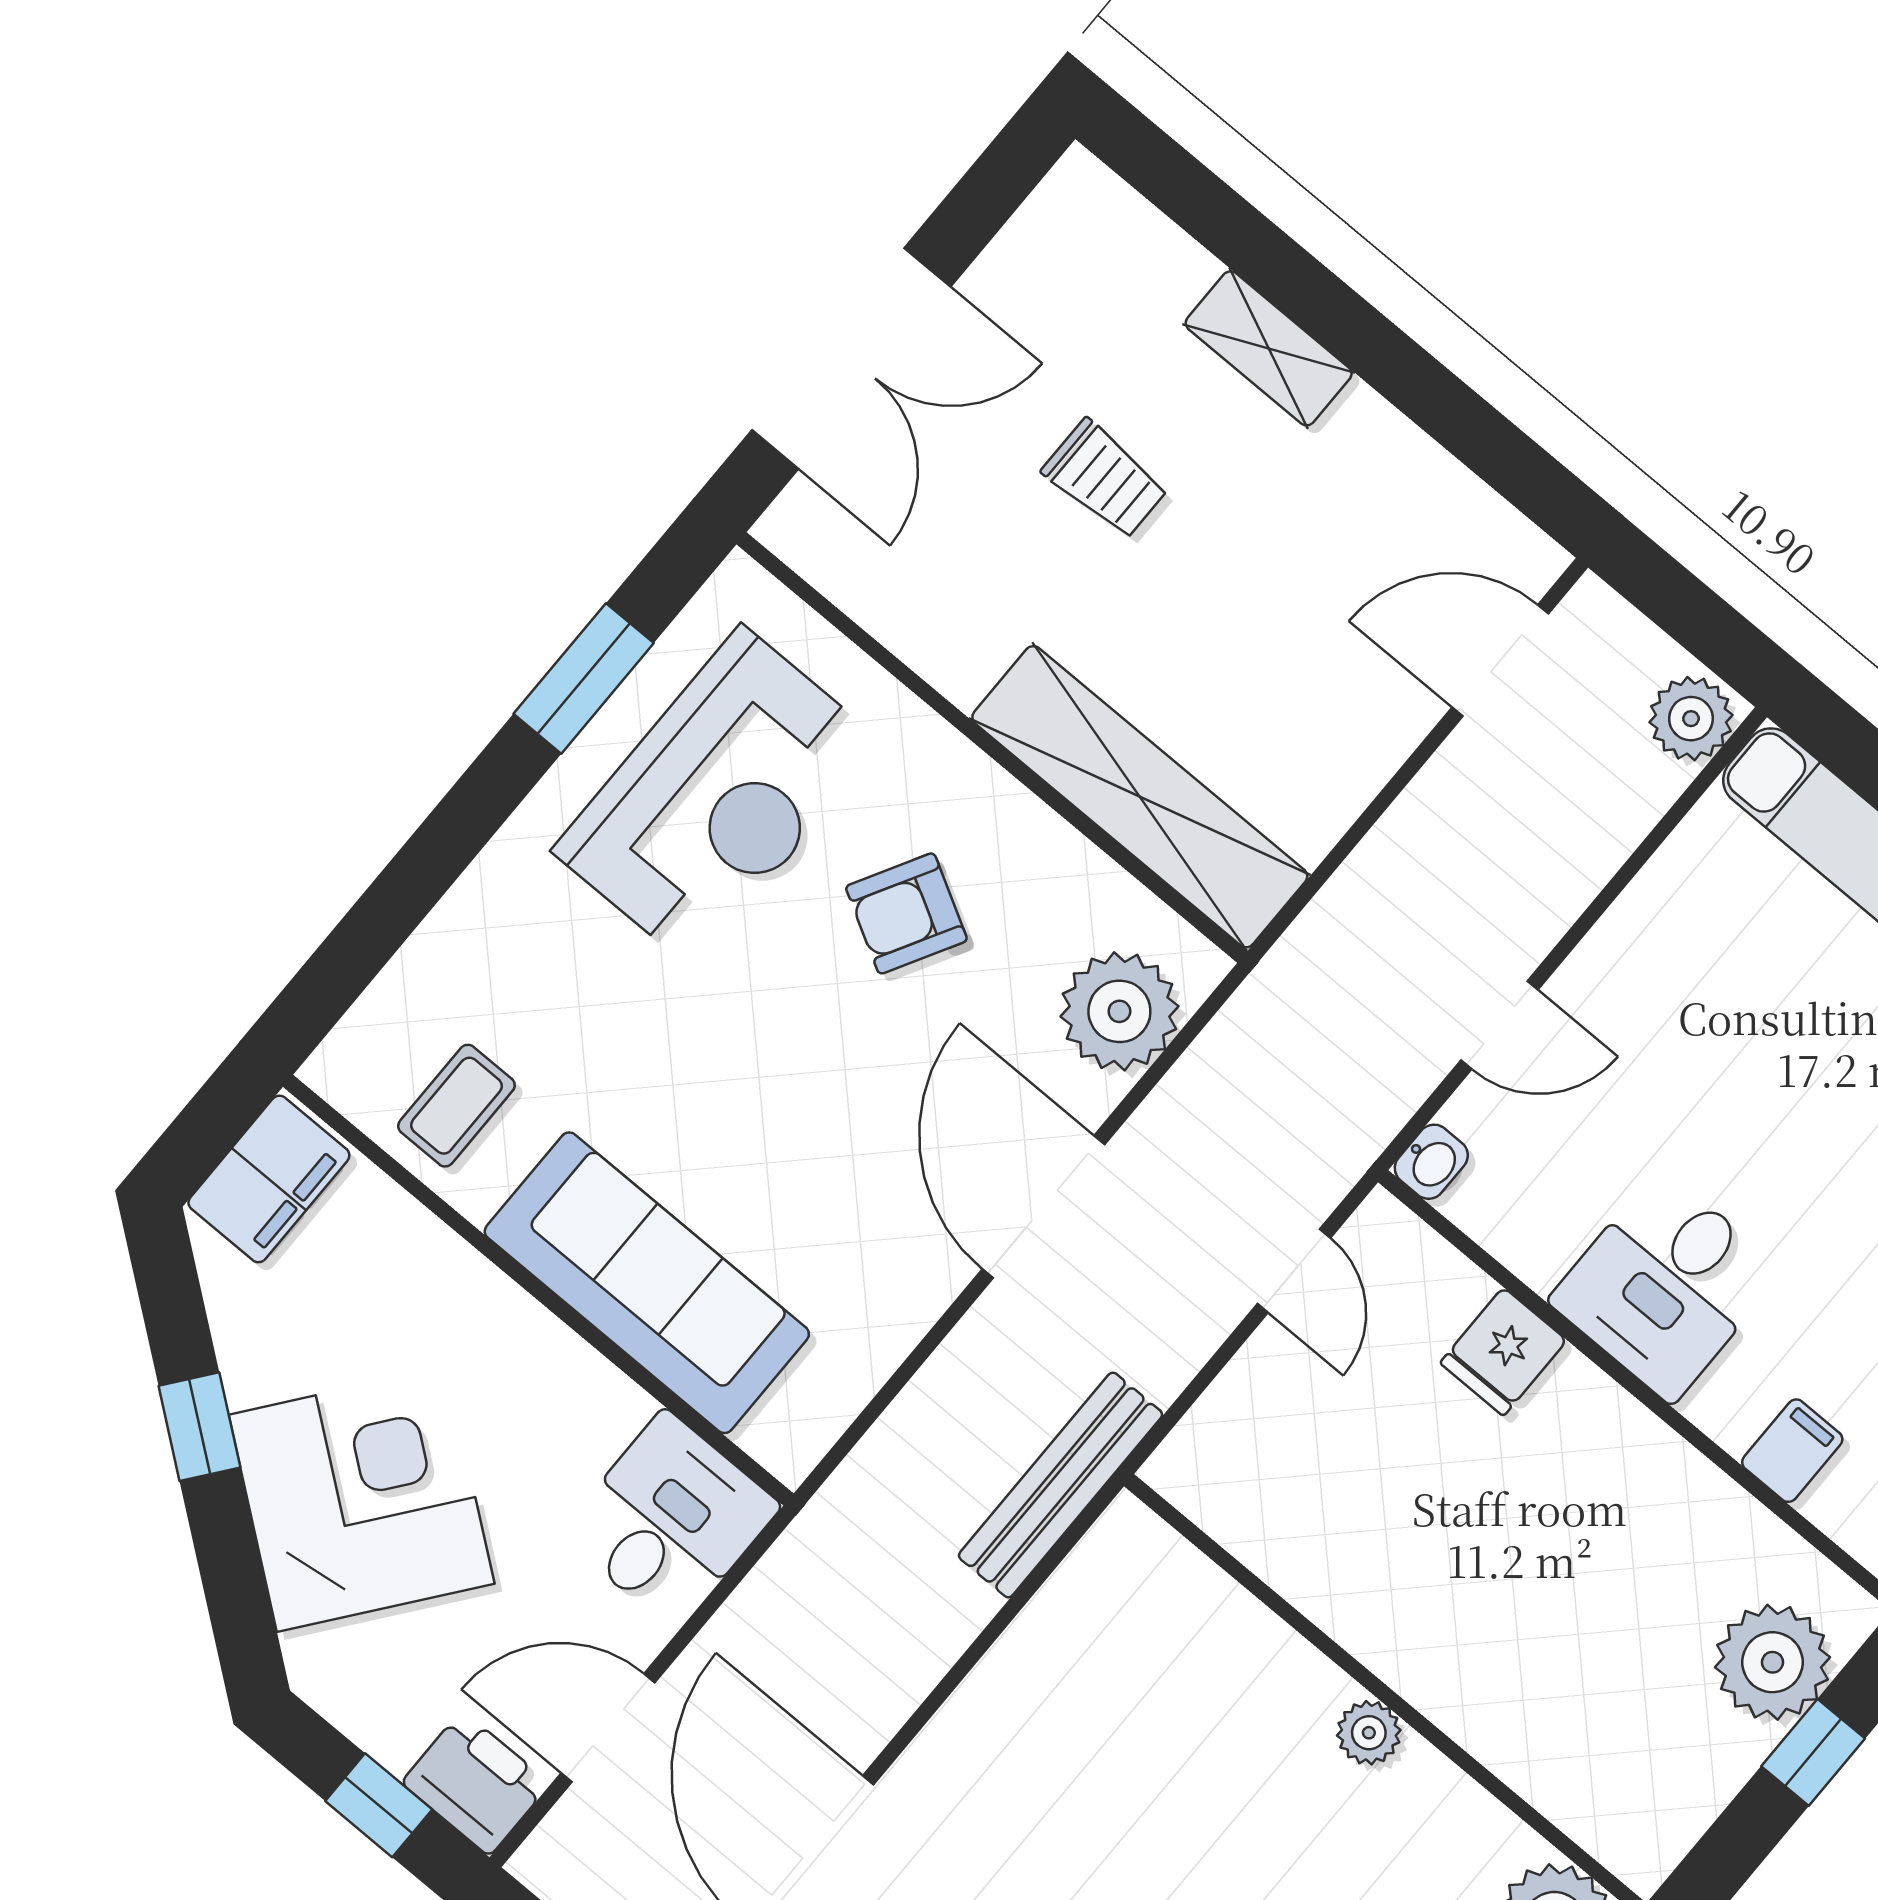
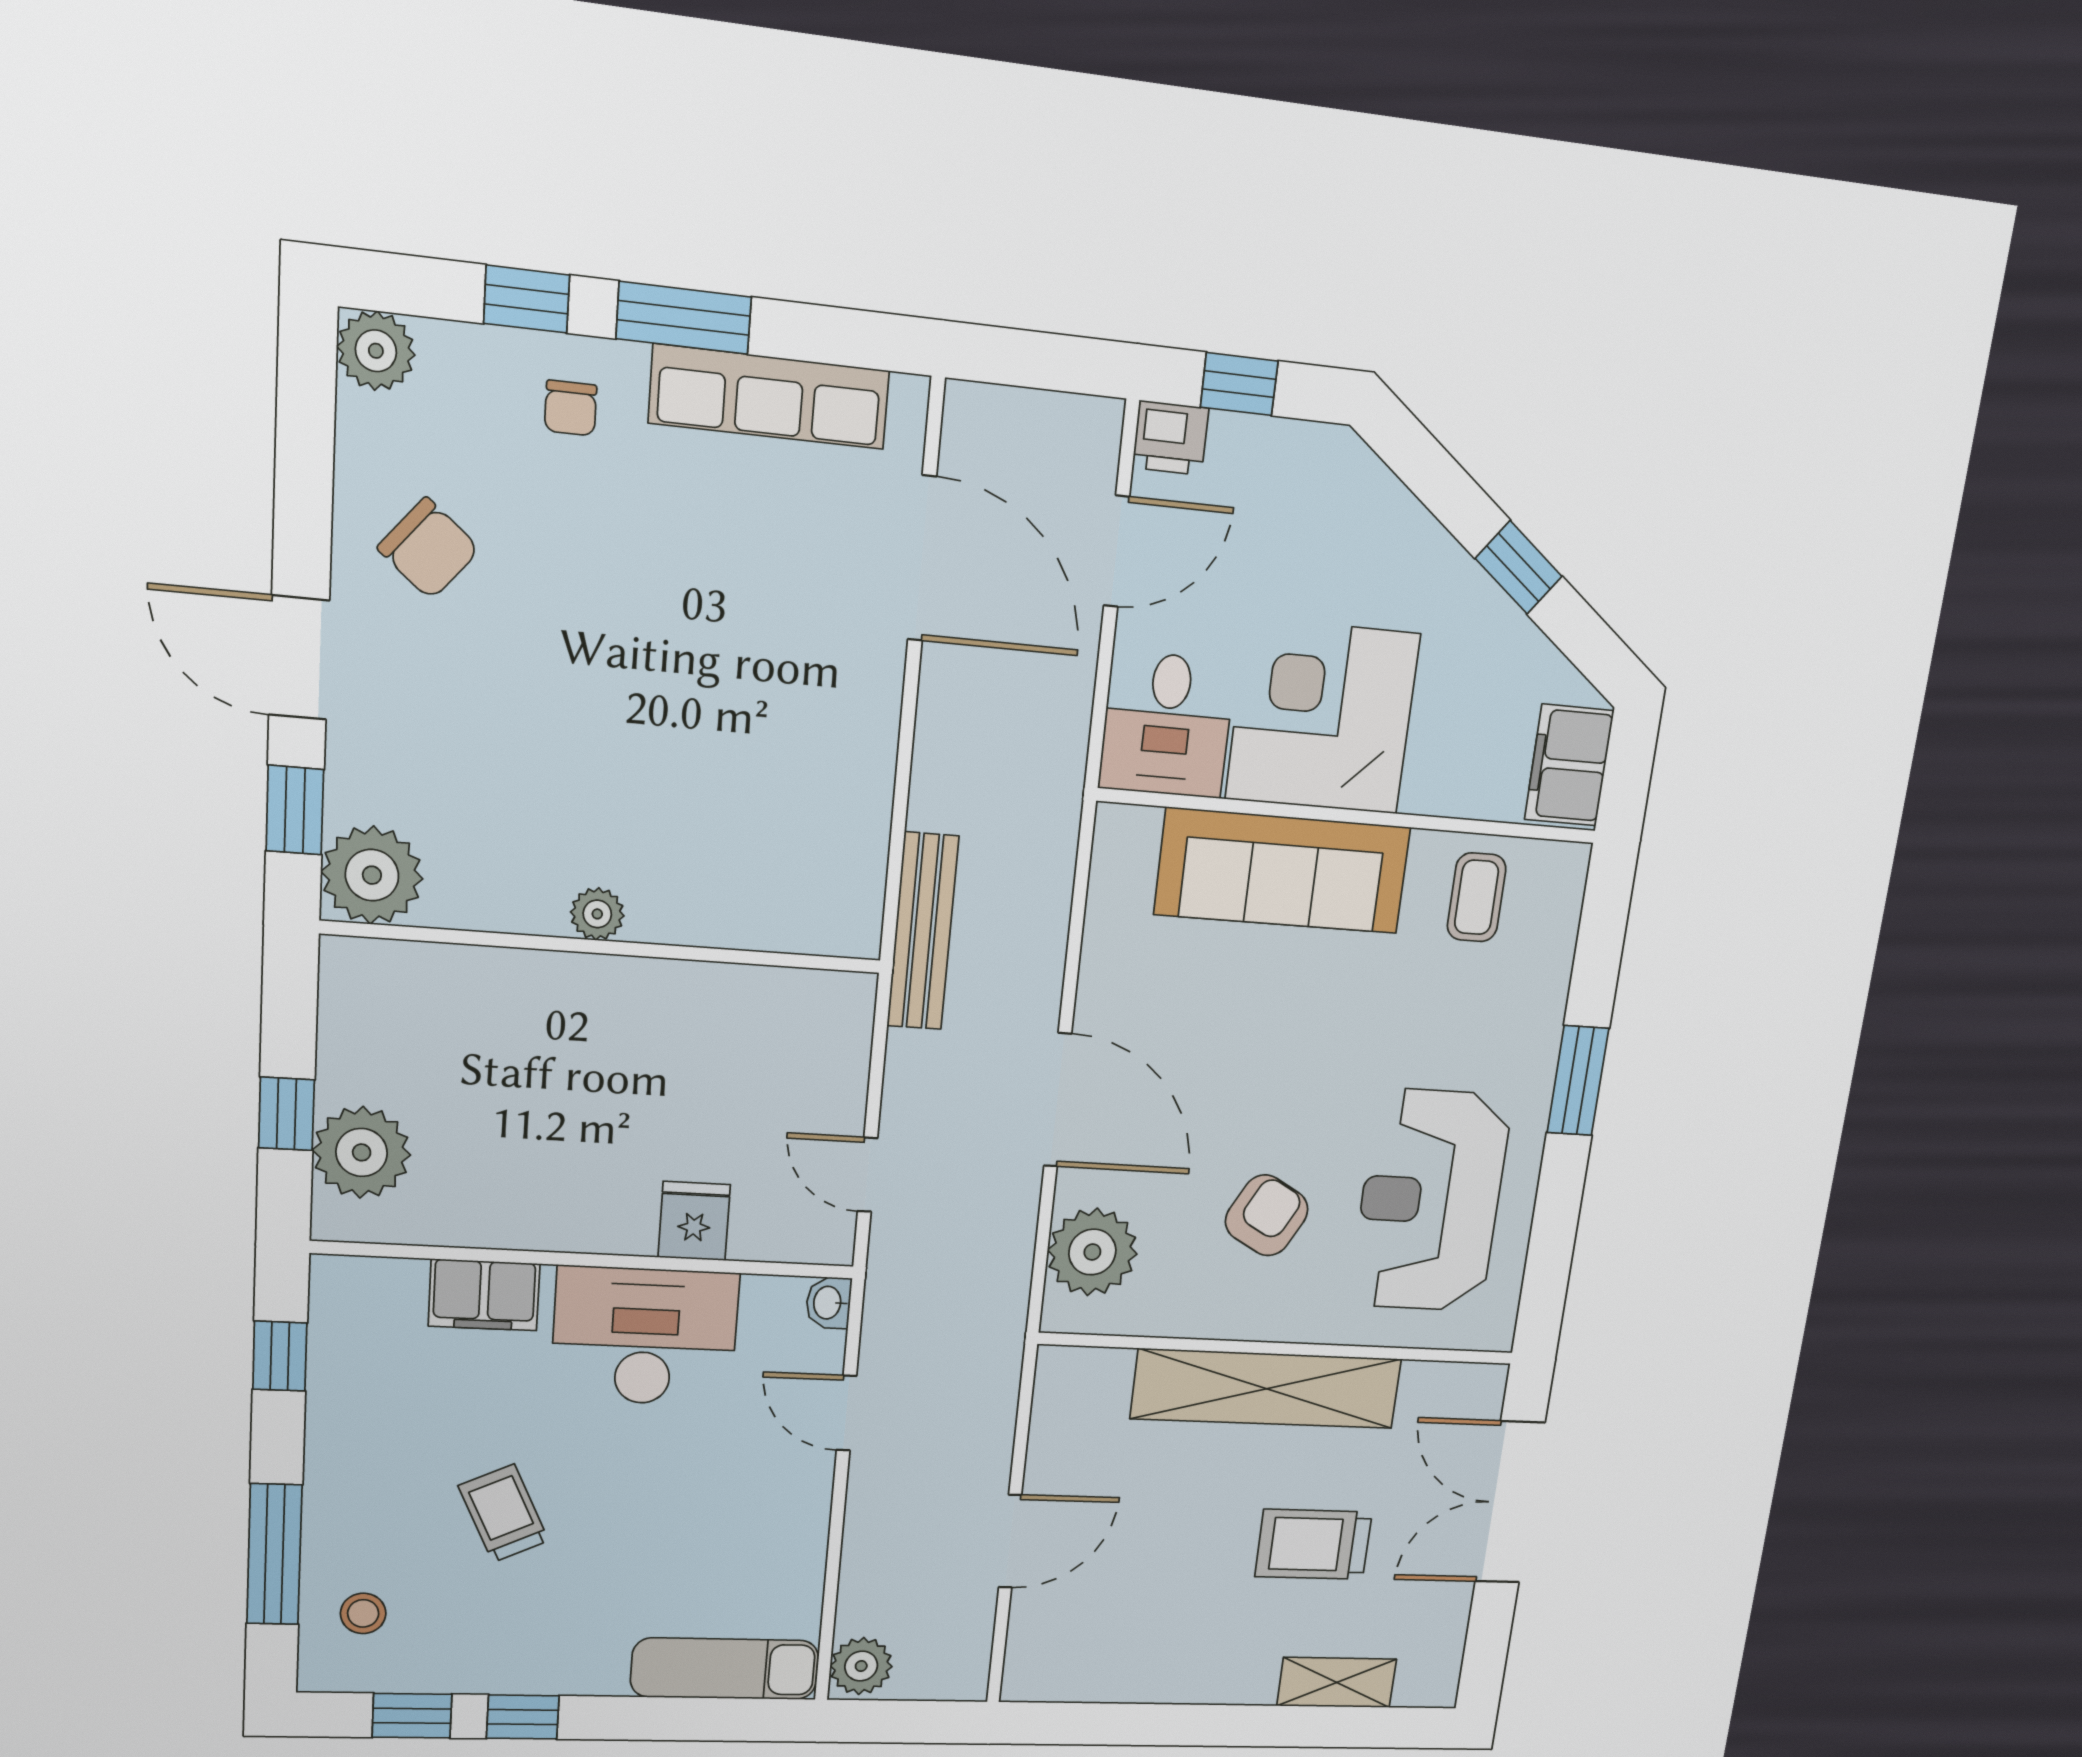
shelving: (1269, 348) -> (1337, 1682), moved
trolley: (1105, 479) -> (1313, 1544), width x1.36, depth x1.39
door: (1500, 661) -> (1010, 1541), moved
window: (584, 678) -> (1578, 1081), moved
shelving: (1140, 797) -> (1266, 1389), moved
door: (1500, 1025) -> (846, 1413), hinge flipped
desk: (1666, 1286) -> (645, 1336), width x1.37
filing cabinet: (1792, 1451) -> (484, 1295), width x2.00
corner desk: (362, 1499) -> (1323, 716), moved, turned 142
printer: (476, 1783) -> (1170, 438), width x0.73, depth x0.81

